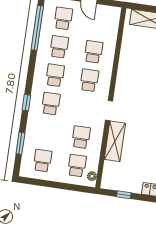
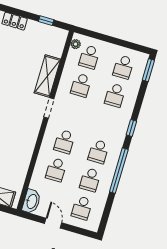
washbasin: (113, 18) -> (32, 201), added
window: (37, 28) -> (119, 171), moved
school desk: (51, 104) -> (115, 95), moved
window: (20, 143) -> (148, 70), moved

